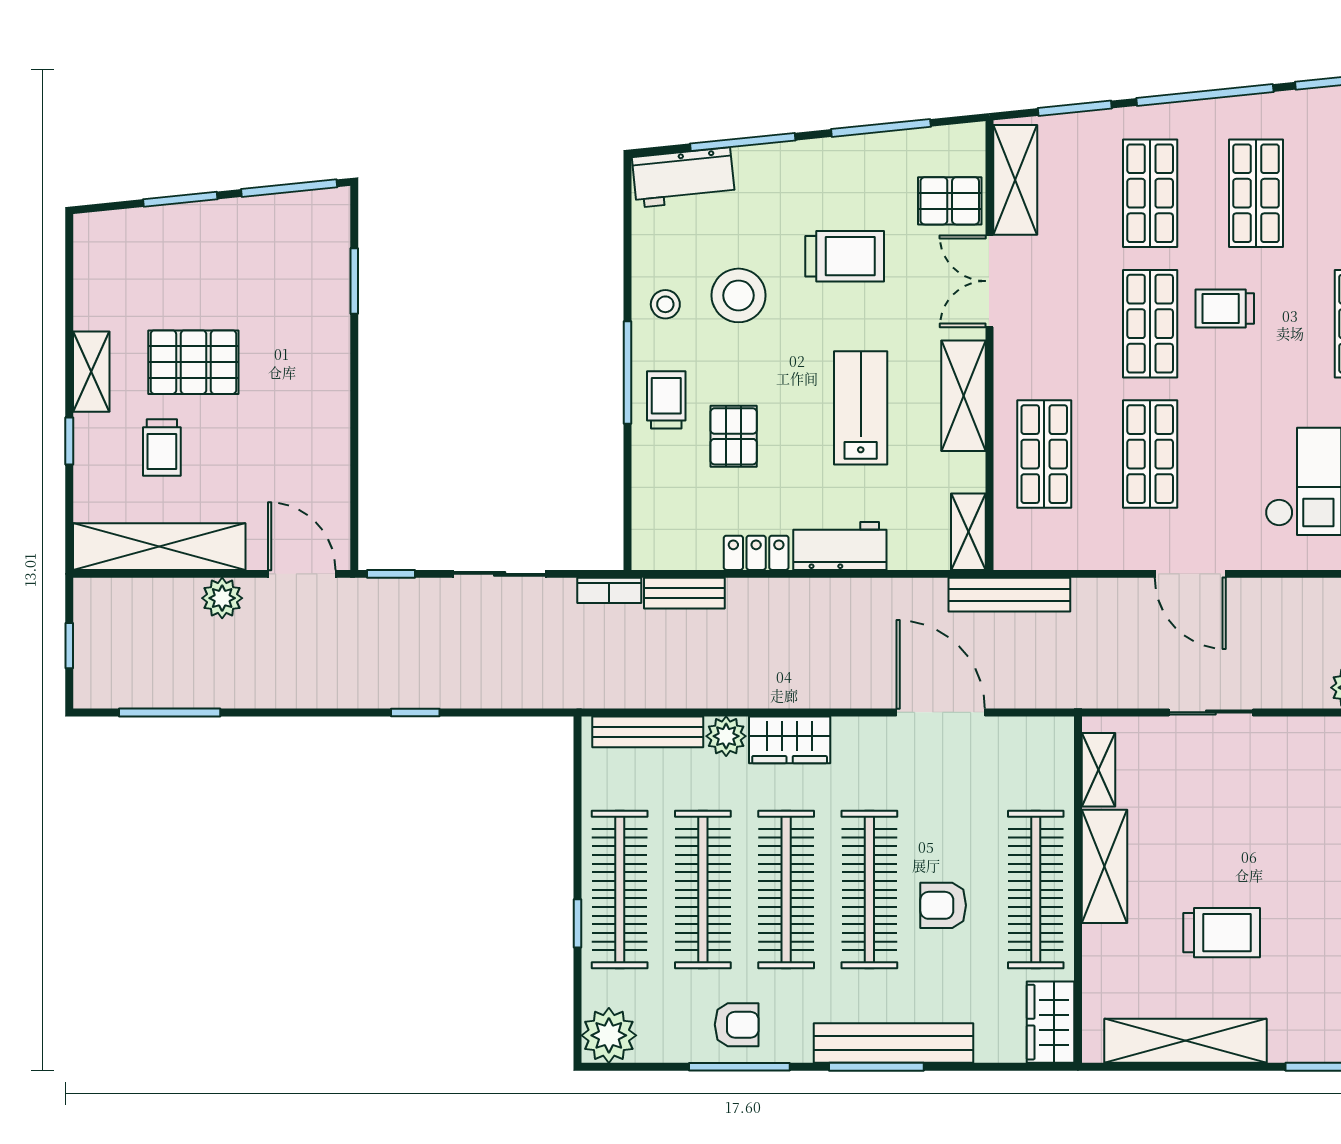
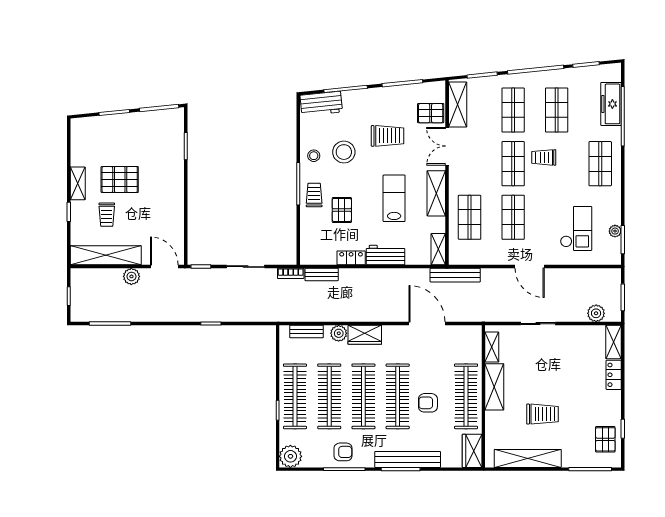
bench: (648, 732) -> (307, 331), width x0.73

